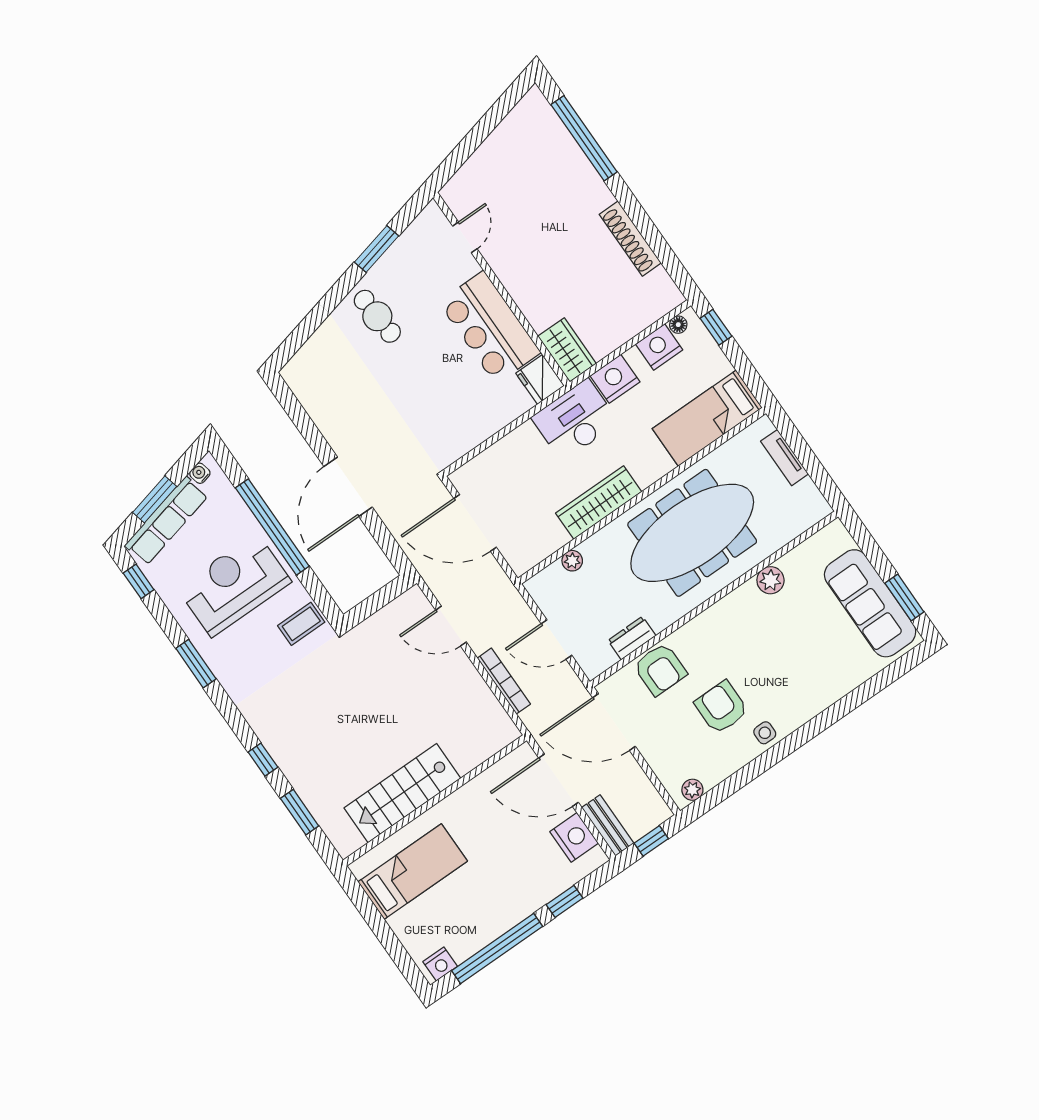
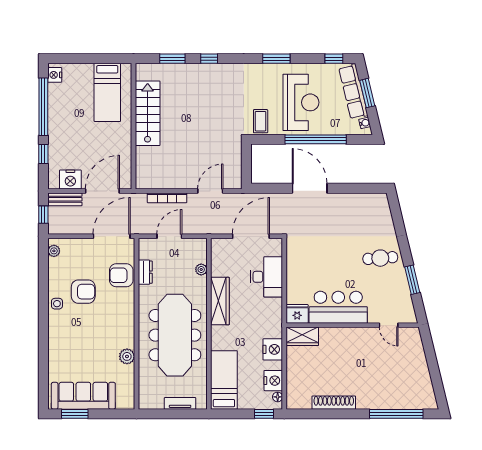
desk: (575, 420) -> (267, 277), moved

